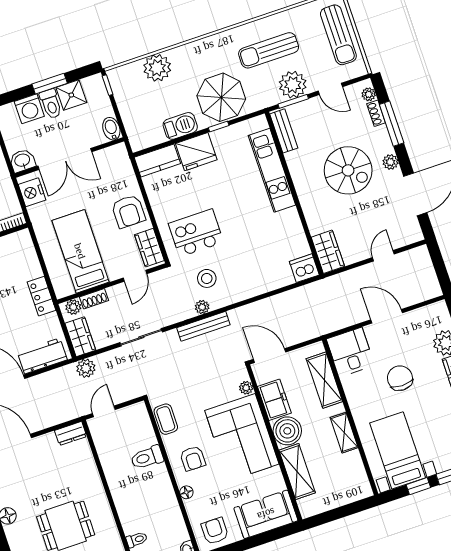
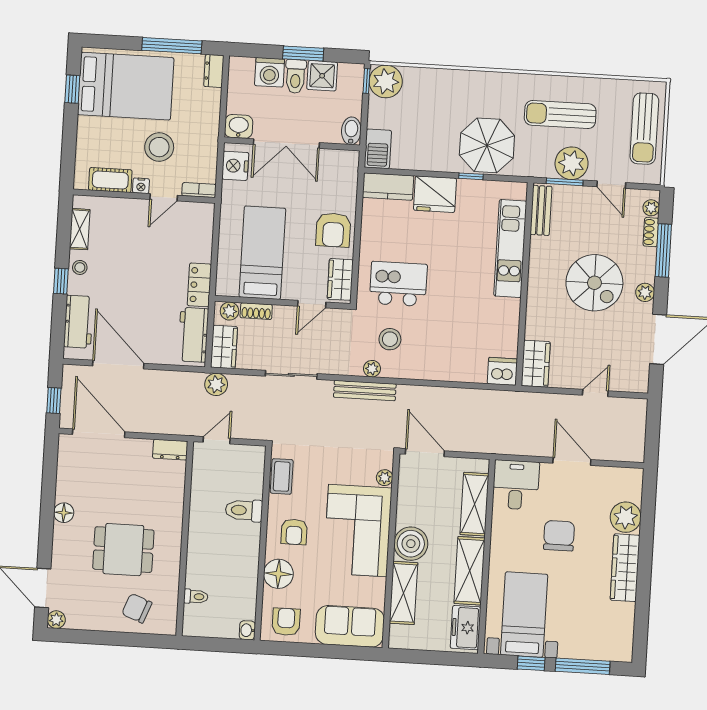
plant: (157, 68) -> (386, 81), moved
barbecue: (180, 126) -> (378, 149), moved, turned 90
workbench: (42, 356) -> (193, 335), moved, turned -90
freezer: (274, 400) -> (466, 628), moved, turned 180
shelving: (344, 433) -> (470, 571), width x1.50, depth x1.33
floor lamp: (186, 492) -> (278, 574), width x1.89, depth x1.89

